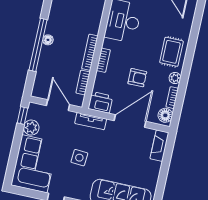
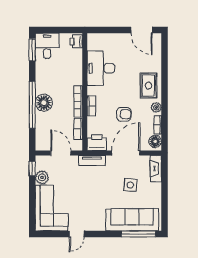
floor lamp: (48, 40) -> (44, 103), width x1.89, depth x1.89
side table: (79, 158) -> (130, 185), moved

